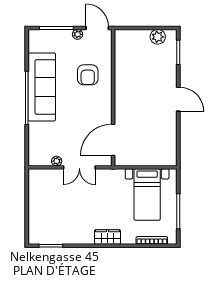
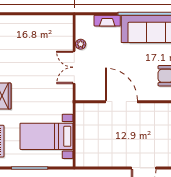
fireplace: (34, 135) -> (107, 21), added
door: (113, 140) -> (121, 102), moved

